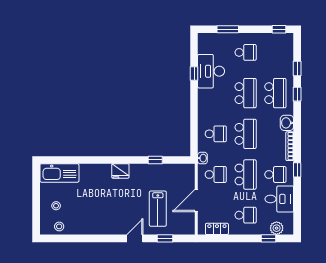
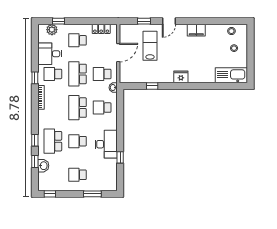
desk: (211, 71) -> (106, 144), moved
school desk: (246, 93) -> (78, 141), width x0.54
washbasin: (287, 123) -> (43, 166), moved
filing cabinet: (102, 227) -> (196, 30), added

